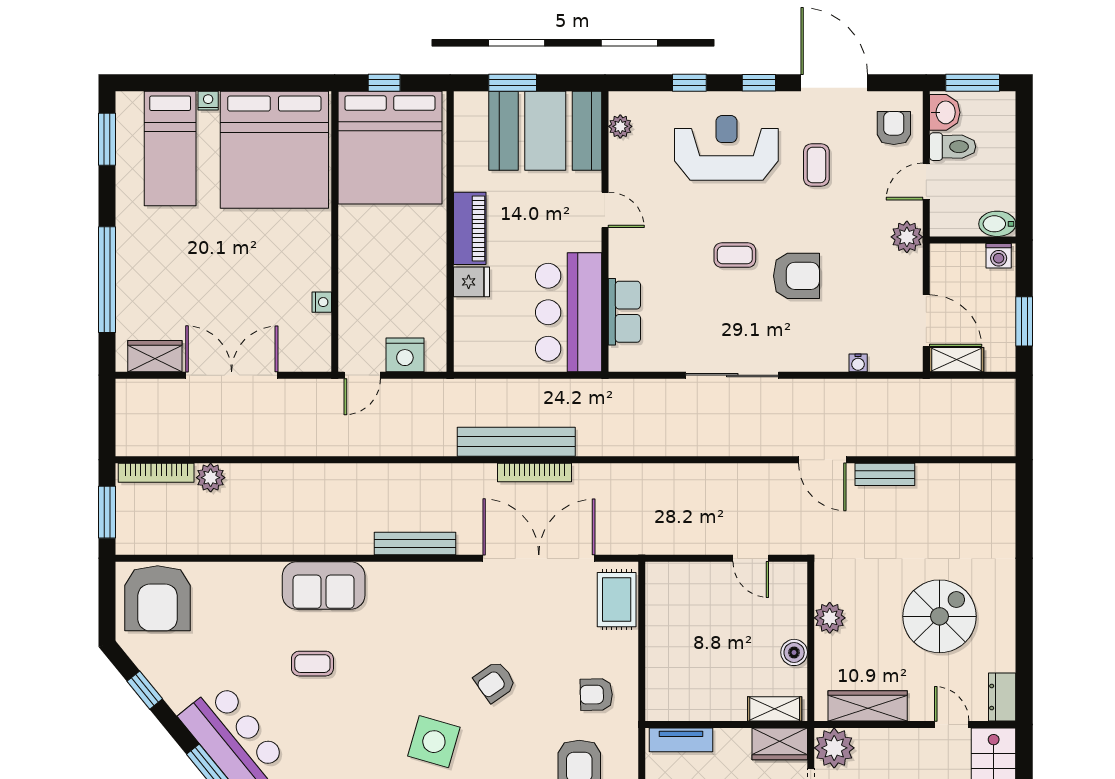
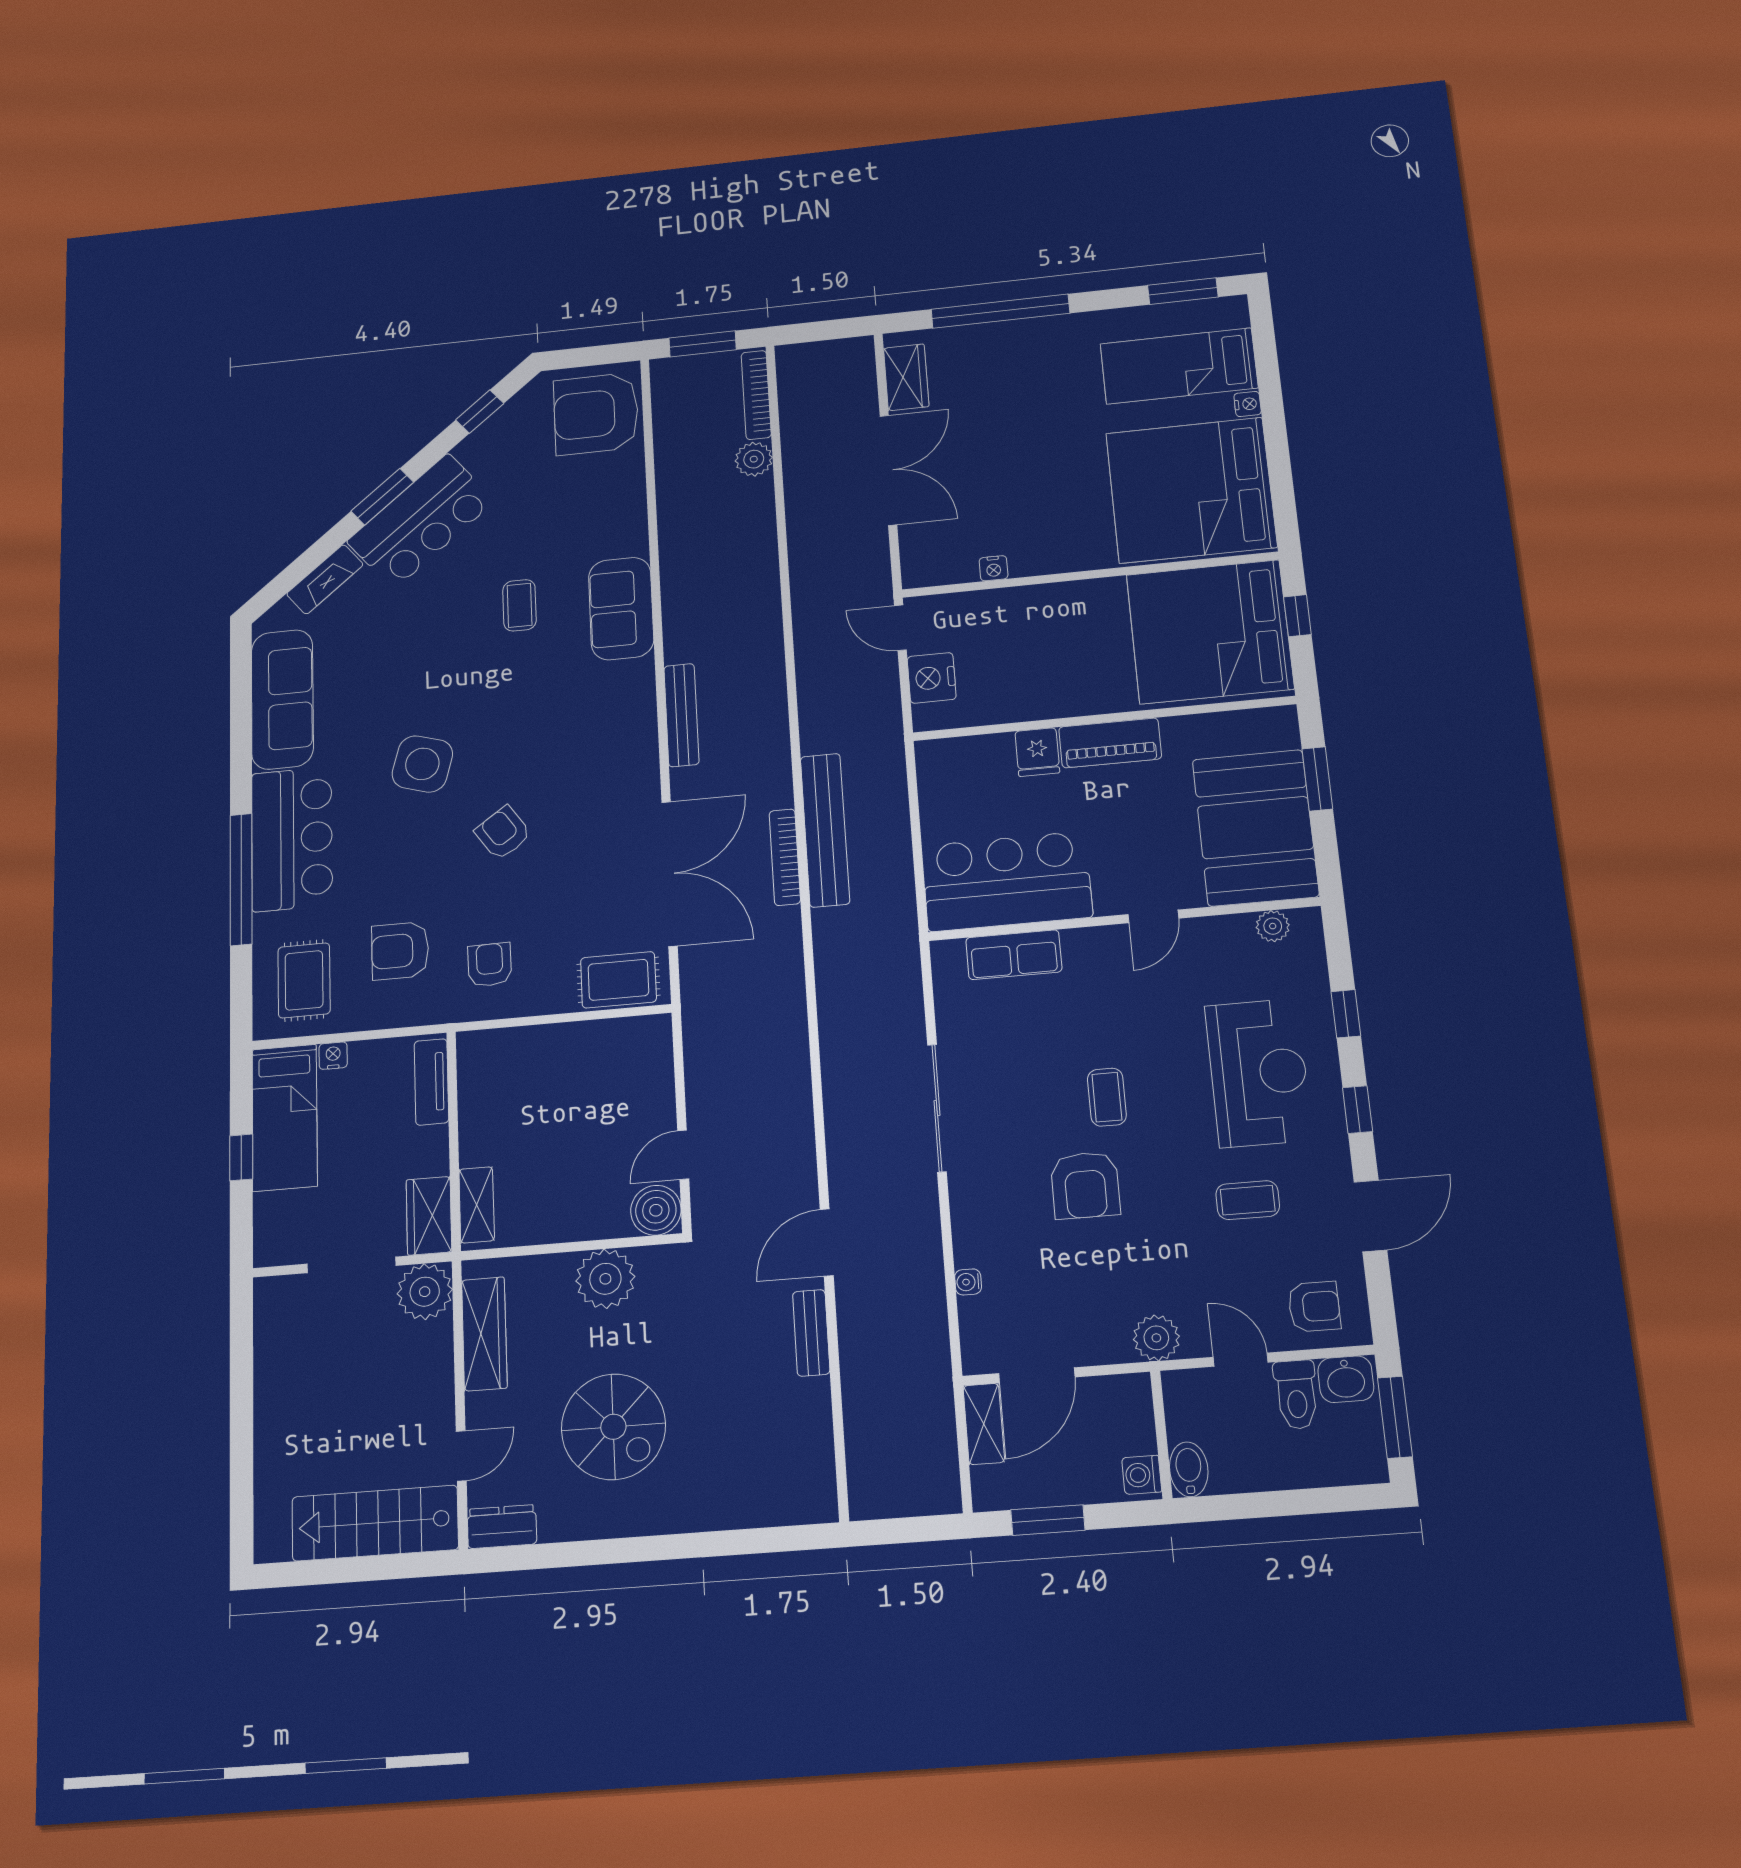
door: (834, 83) -> (1370, 1216), width x0.73
plant: (830, 618) -> (605, 1279), width x1.36, depth x1.36
boiler: (794, 652) -> (656, 1210), moved, width x1.36, depth x1.36

